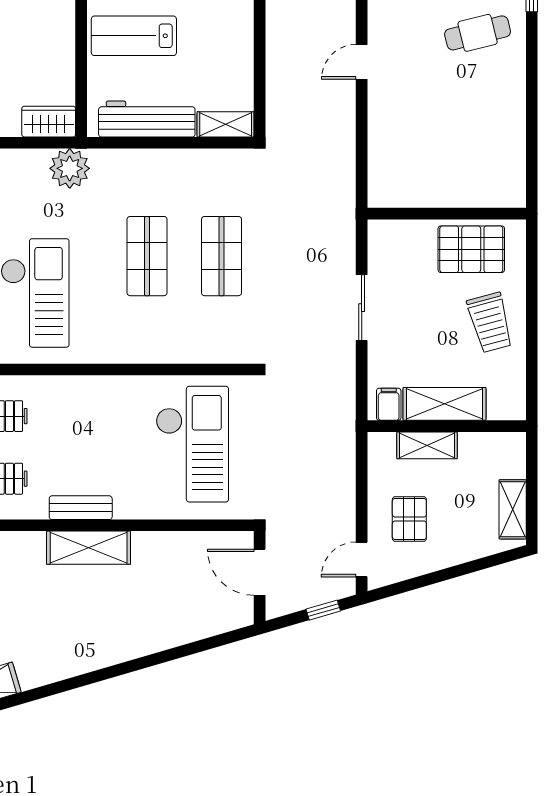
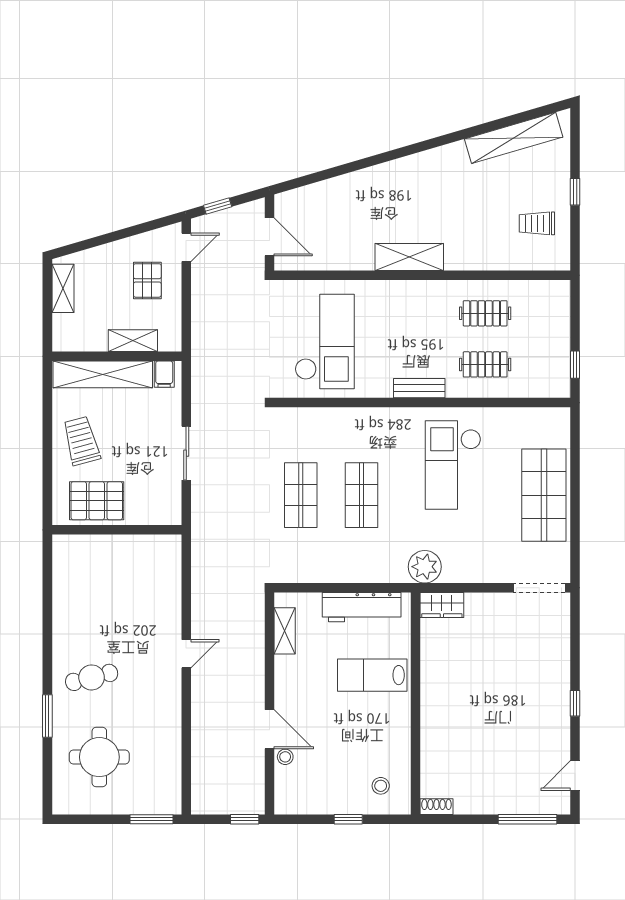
lab bench: (134, 36) -> (372, 675), turned 180
shelving: (226, 124) -> (285, 631), moved, turned 90
shelving: (445, 404) -> (103, 374), width x1.47
checkout: (192, 444) -> (325, 342), turned 180
bench: (81, 508) -> (419, 388), moved

